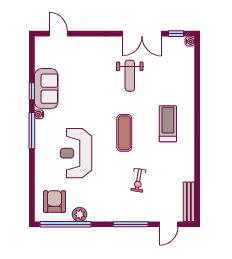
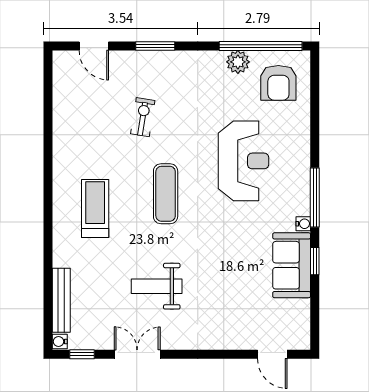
double door: (142, 34) -> (137, 354), width x0.73
weight bench: (130, 76) -> (157, 286), turned -90
treadmill: (168, 124) -> (95, 209), turned 180
bench: (189, 202) -> (61, 300), moved
window: (131, 224) -> (155, 46), width x0.69
door: (169, 224) -> (94, 46), swing flipped

